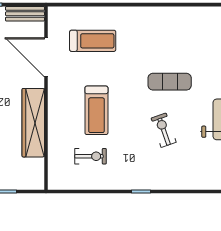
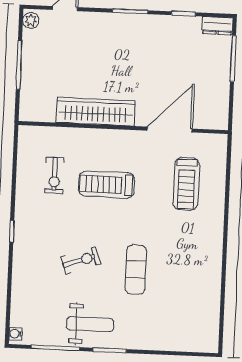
bench: (25, 14) -> (221, 108), removed

